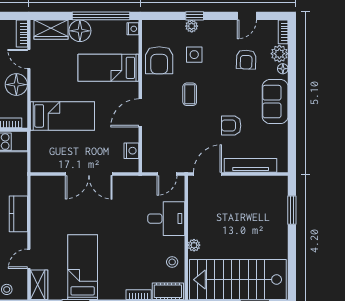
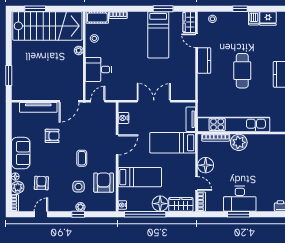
tv unit: (37, 149) -> (191, 119), added
kitchen counter: (18, 214) -> (204, 61), moved
door: (29, 259) -> (197, 41), swing flipped

